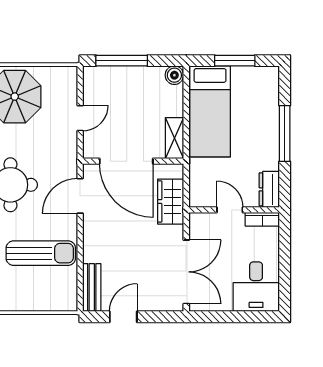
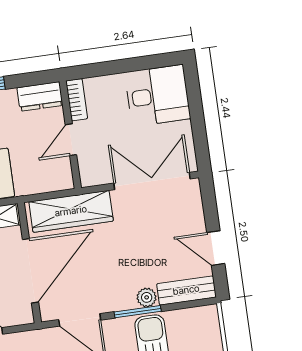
wardrobe: (171, 202) -> (71, 211), width x1.50
window: (80, 245) -> (138, 312), added
plant: (91, 254) -> (147, 297), added

